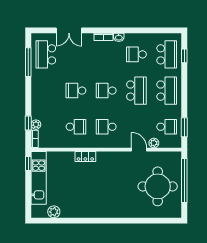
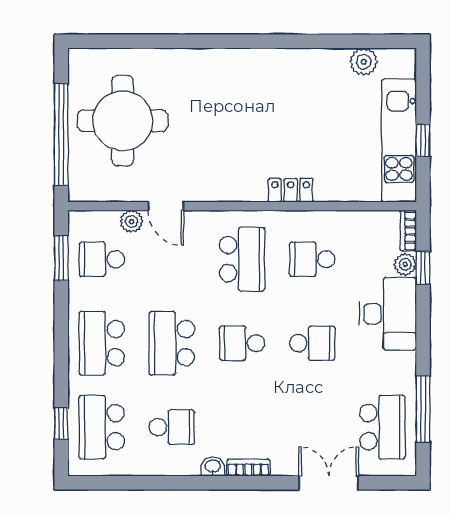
school desk: (106, 91) -> (242, 343), turned 180
desk: (43, 103) -> (388, 314), added
school desk: (106, 127) -> (242, 259), width x1.85
window: (28, 163) -> (423, 140), moved

